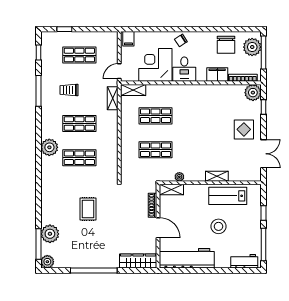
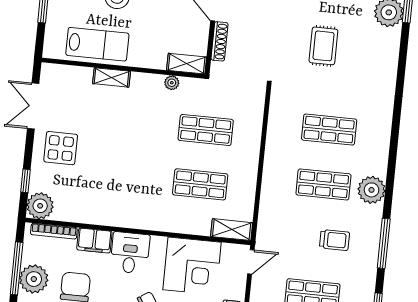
desk: (184, 69) -> (130, 253), moved
shelving: (113, 98) -> (266, 220), removed
plant: (49, 147) -> (372, 190), moved

